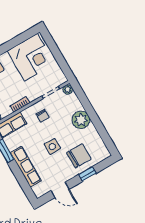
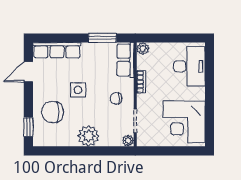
chair: (79, 156) -> (52, 112), turned 90
row of seats: (26, 167) -> (57, 50), moved
window: (87, 174) -> (28, 127), moved

